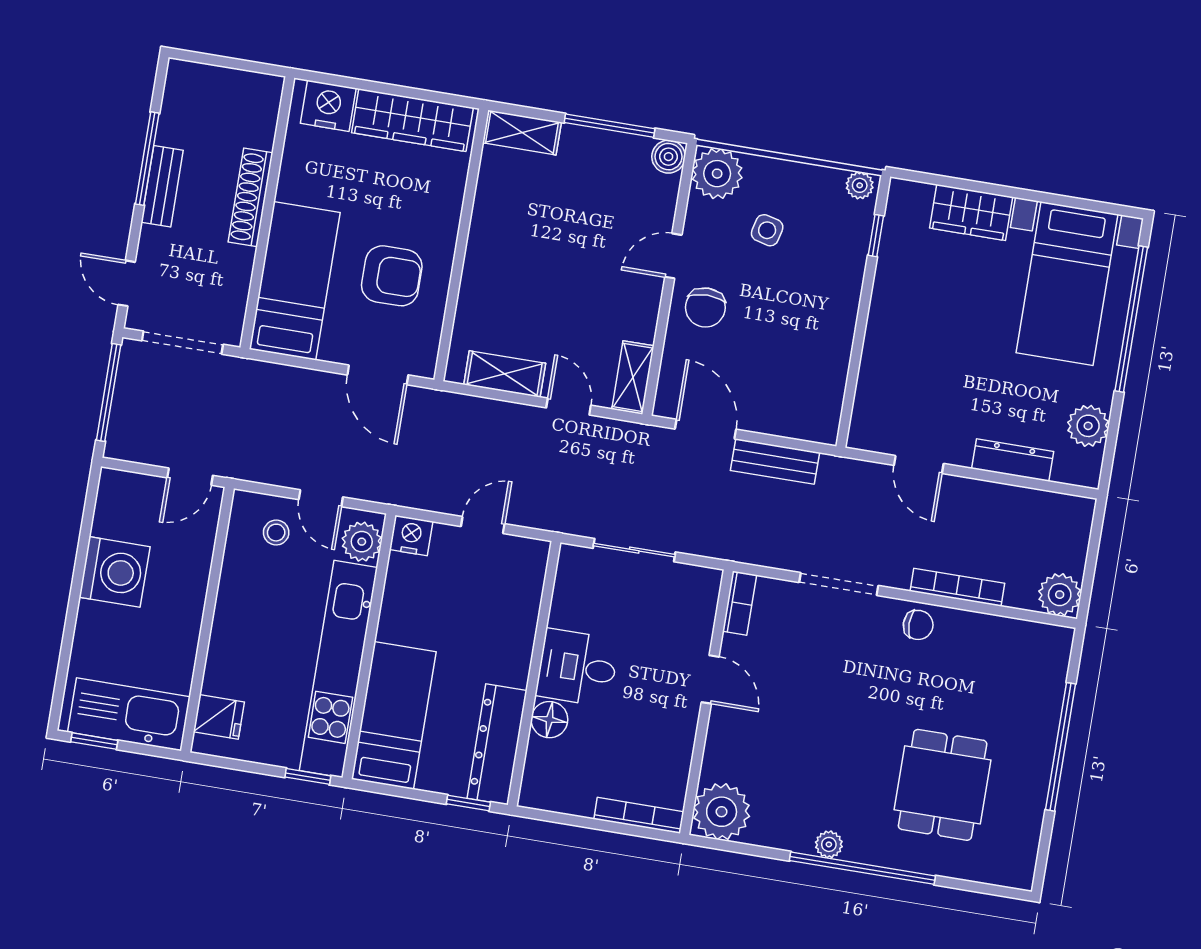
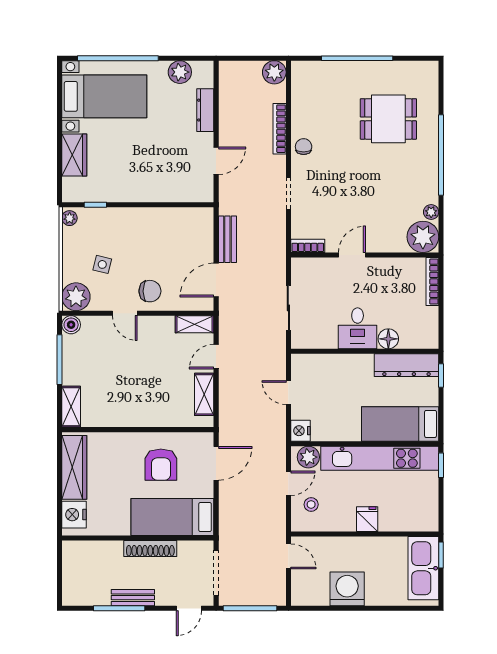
shoe rack: (251, 197) -> (150, 549), moved
armchair: (392, 276) -> (161, 465), turned 180
doorway: (839, 584) -> (288, 194), width x0.73
fridge: (219, 717) -> (367, 519), moved
window: (94, 741) -> (441, 555), moved
plant: (829, 844) -> (431, 212), moved

